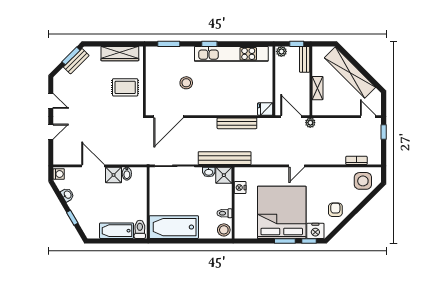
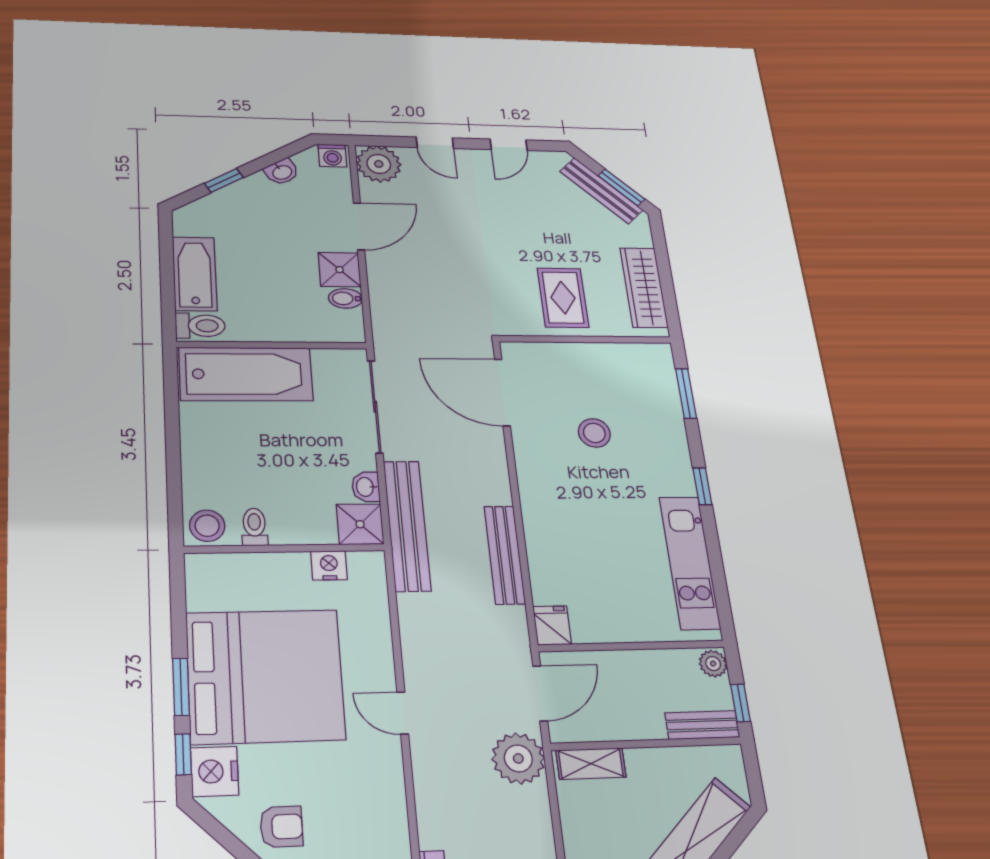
kitchen unit: (231, 54) -> (690, 562), width x0.73
bench: (76, 61) -> (601, 191), width x1.36
shelving: (317, 88) -> (591, 764), moved
plant: (310, 123) -> (518, 758), width x1.87, depth x1.87
plant: (62, 156) -> (379, 164), added
bathtub: (174, 227) -> (246, 374), moved, turned 90

